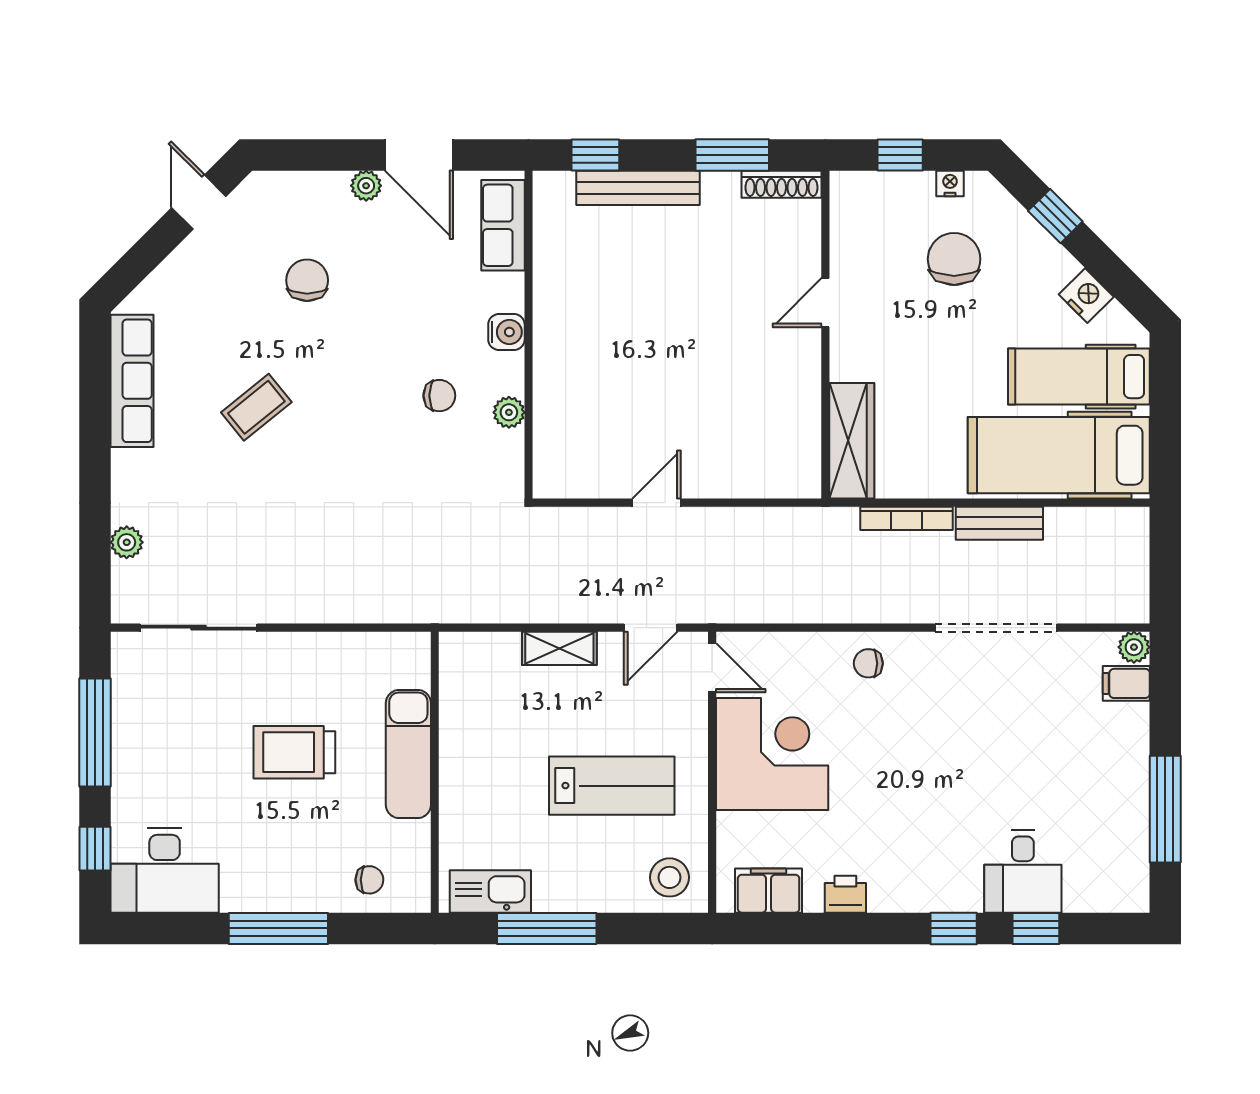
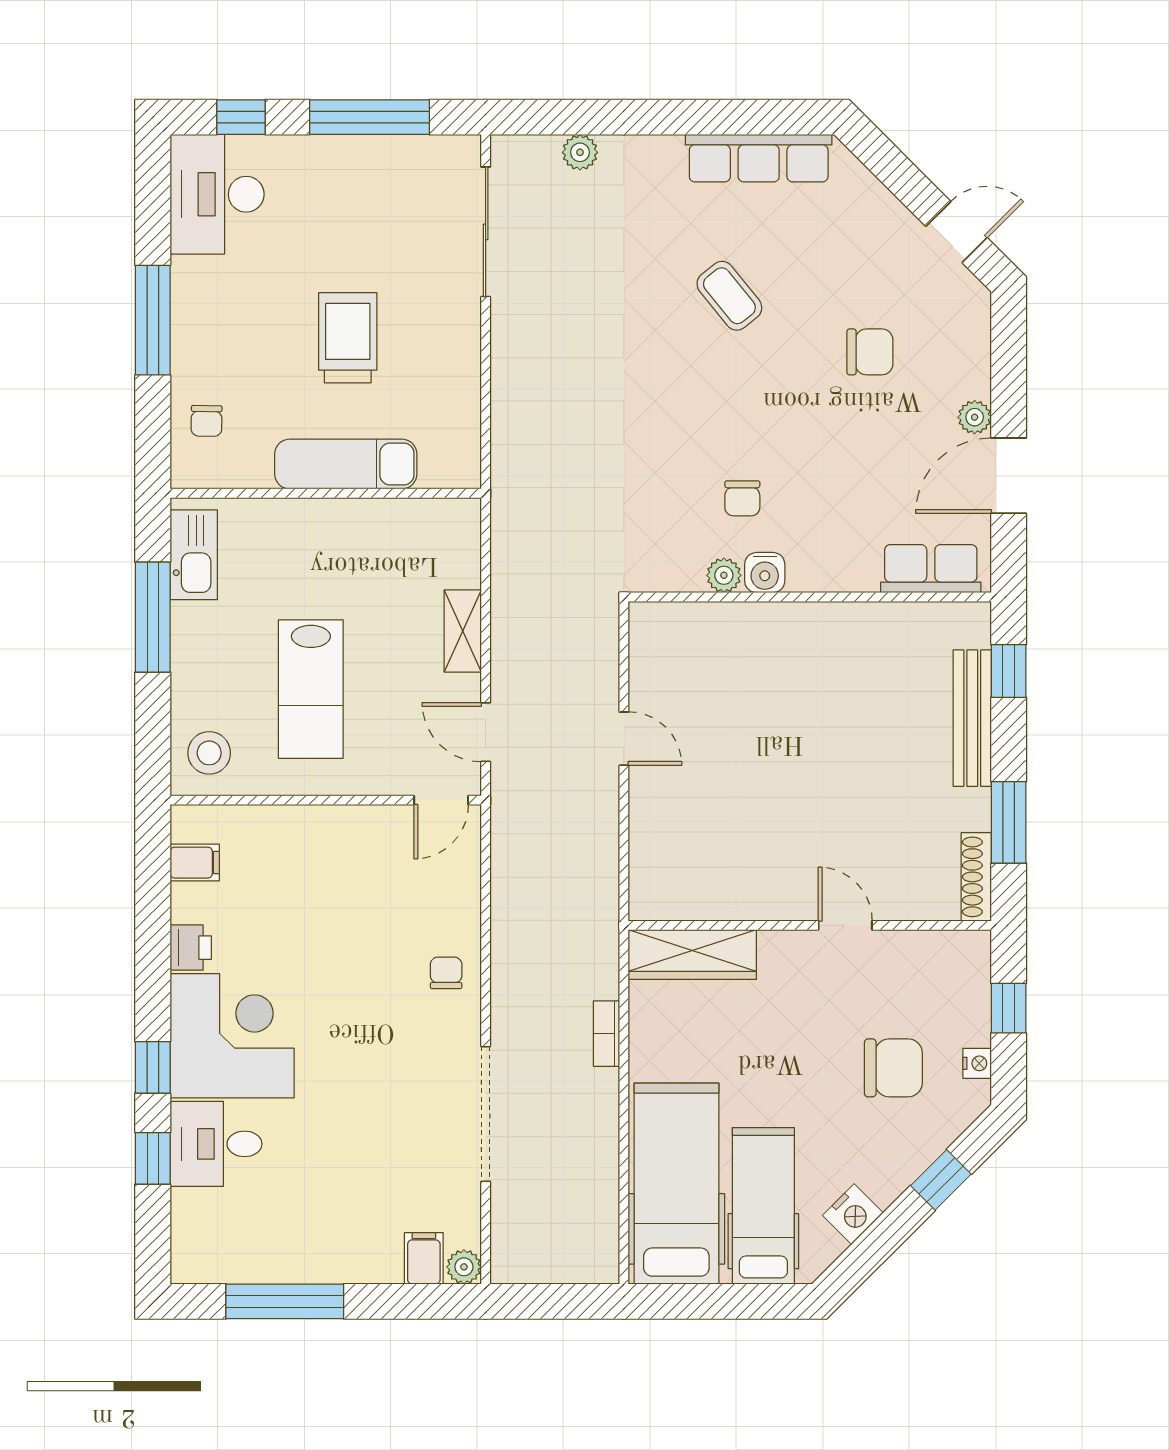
water cooler: (506, 332) -> (765, 573), moved
bookcase: (907, 518) -> (606, 1034), width x0.64
bench: (999, 523) -> (601, 1118), removed
corner desk: (772, 754) -> (232, 1036), moved, turned -90
filing cabinet: (769, 891) -> (195, 863), width x0.50

